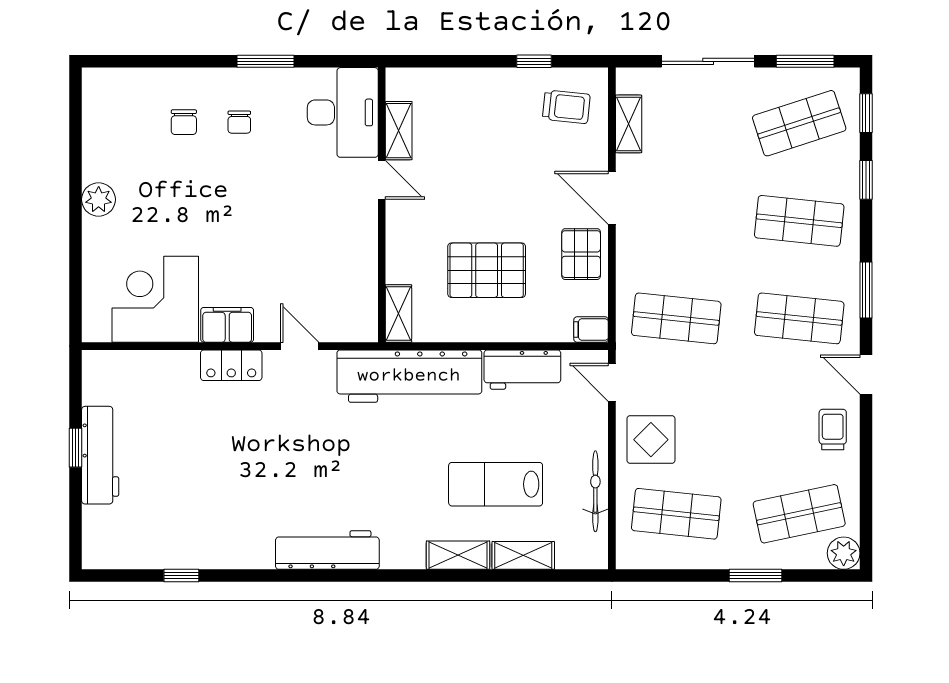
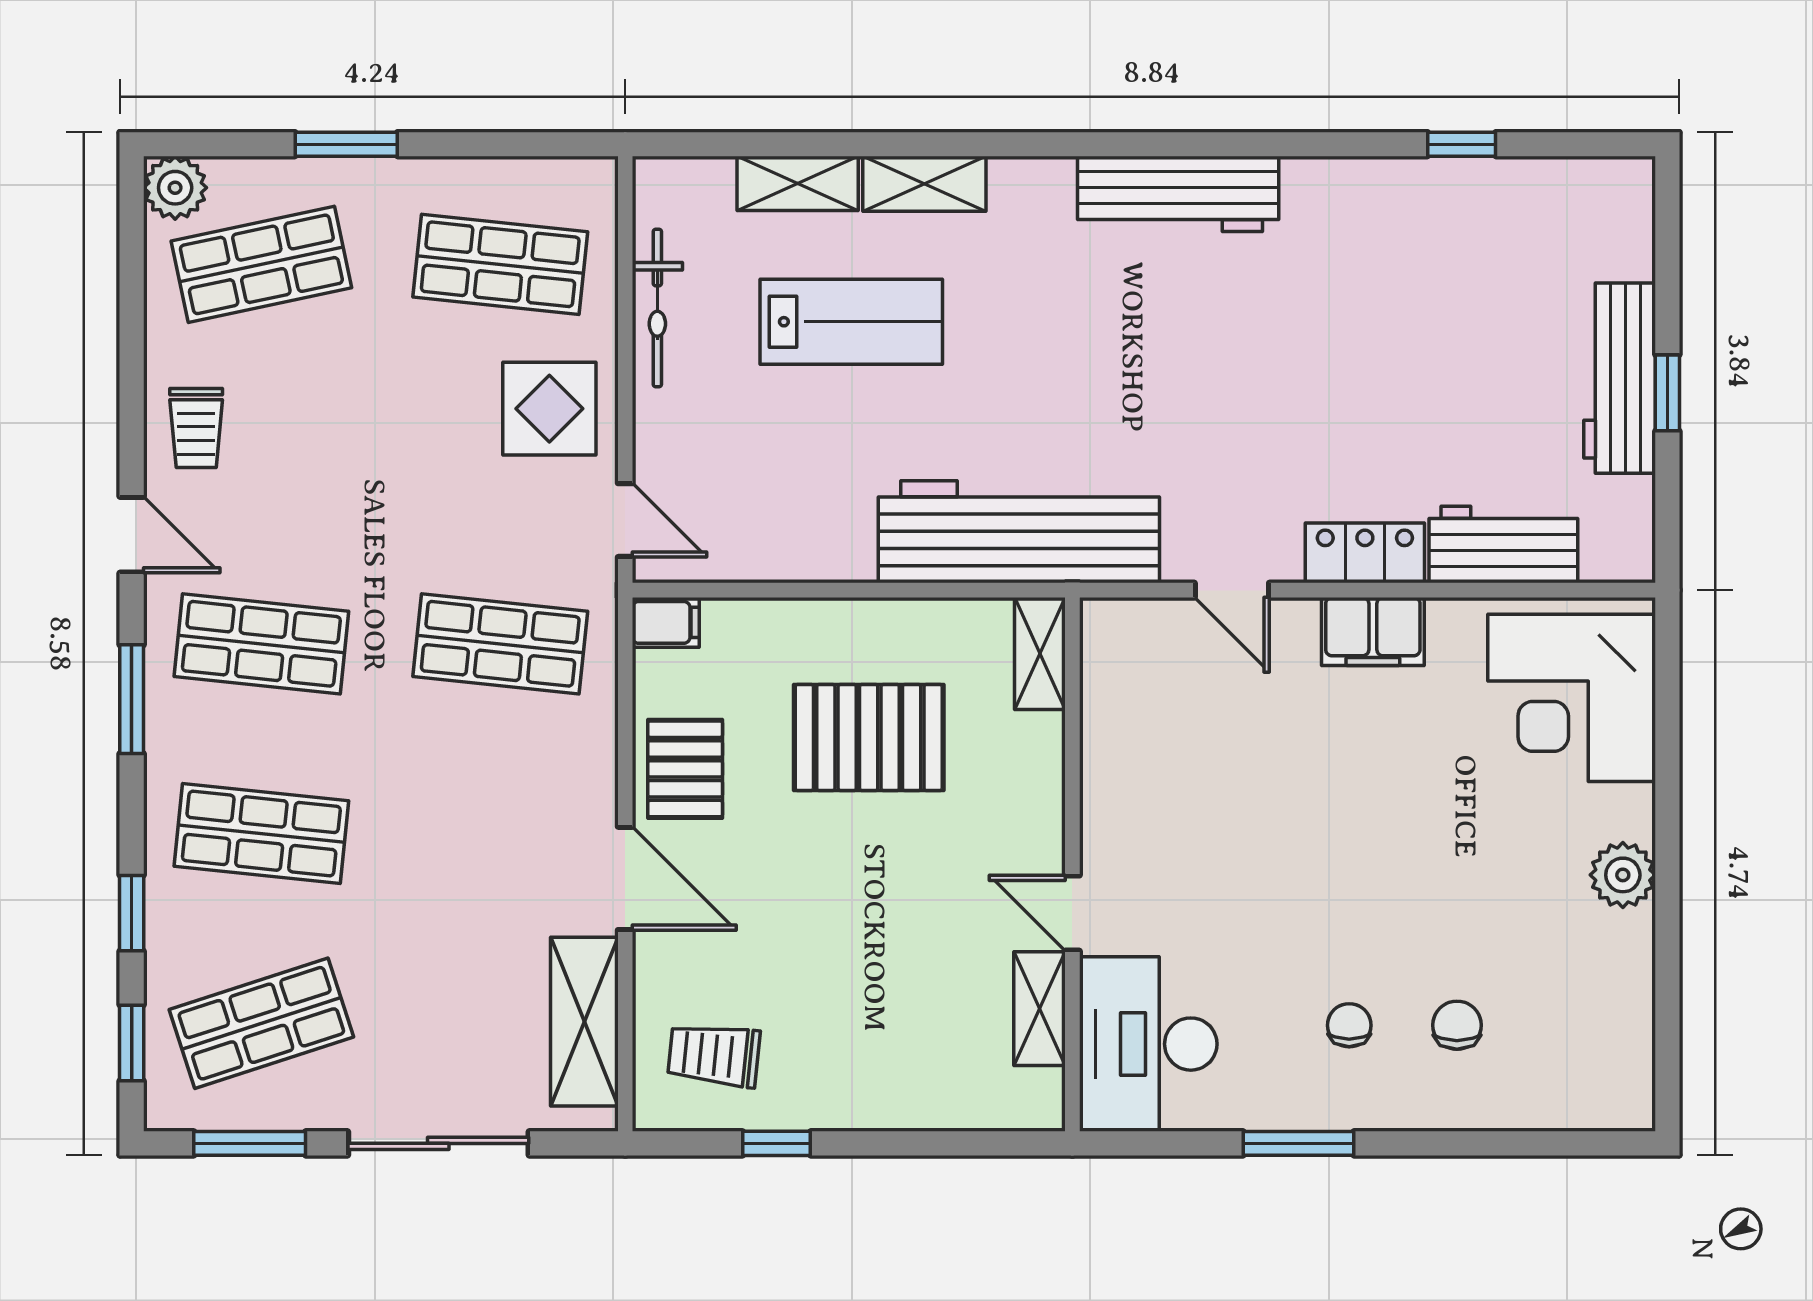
shelving: (629, 124) -> (584, 1022), width x1.50, depth x1.33
corner desk: (155, 299) -> (1572, 698), moved, turned 90
workbench: (522, 370) -> (1503, 545), moved

